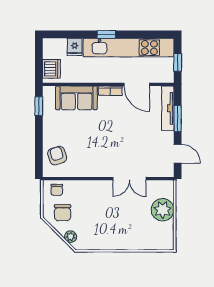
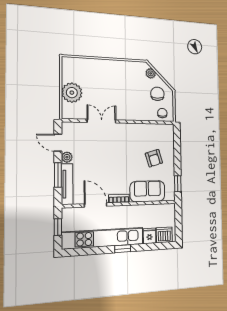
dishwasher: (51, 69) -> (164, 235), moved, turned 90
plant: (168, 138) -> (67, 157), added
armchair: (57, 156) -> (154, 158), moved

